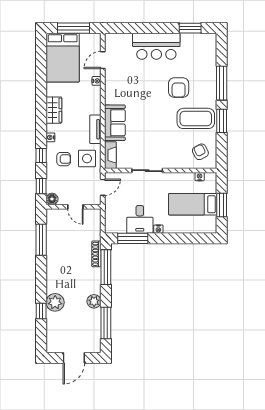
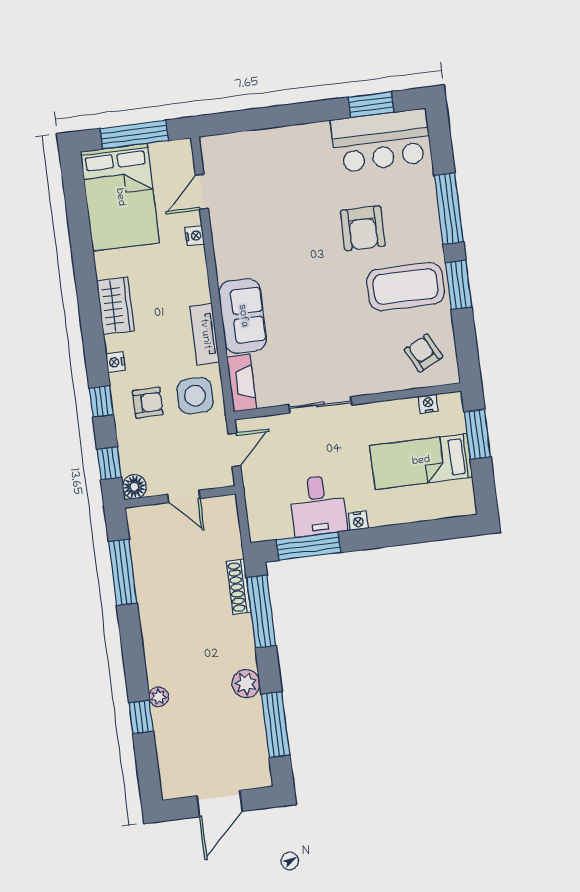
bar counter: (156, 46) -> (381, 141), moved
window: (222, 205) -> (477, 434), moved
plant: (55, 302) -> (159, 697), width x0.53, depth x0.53

